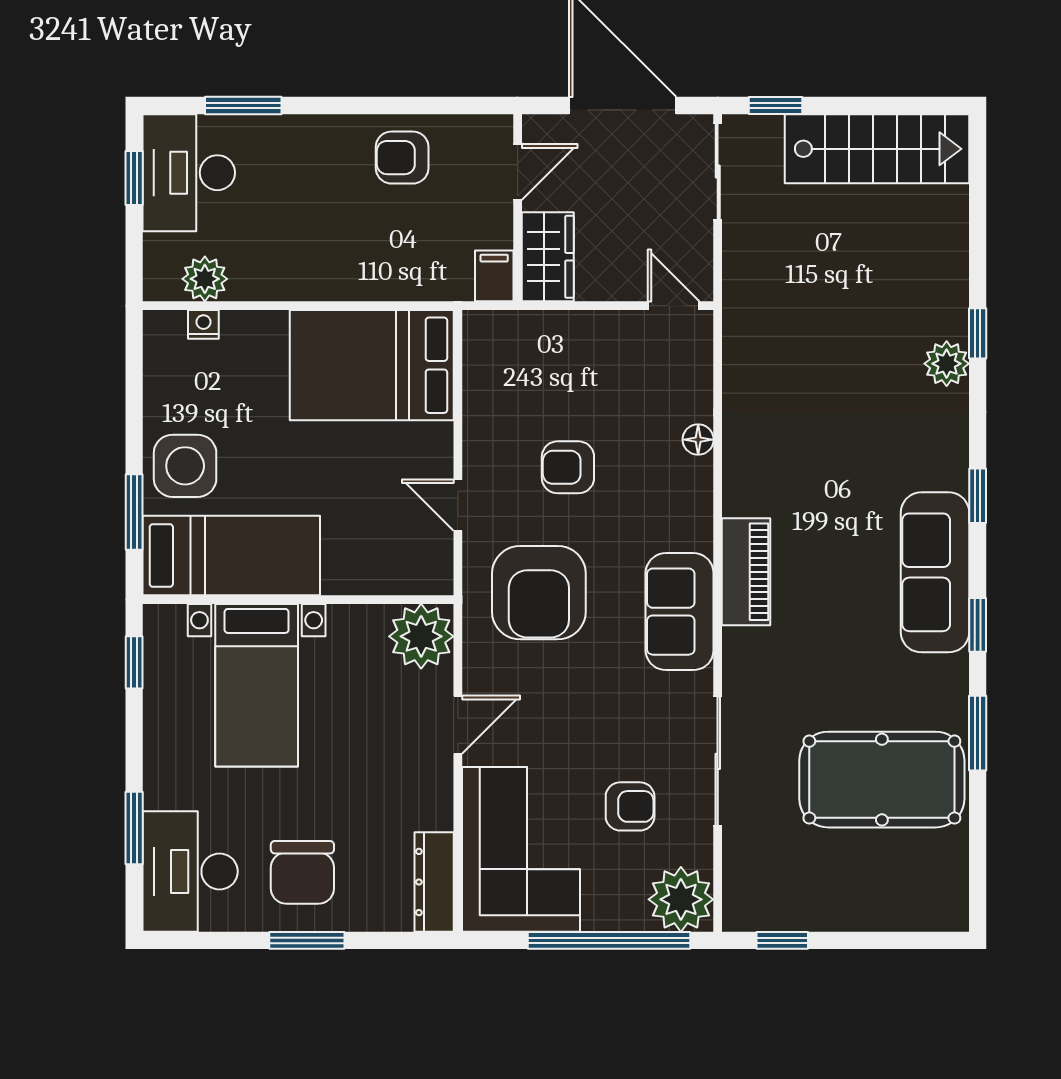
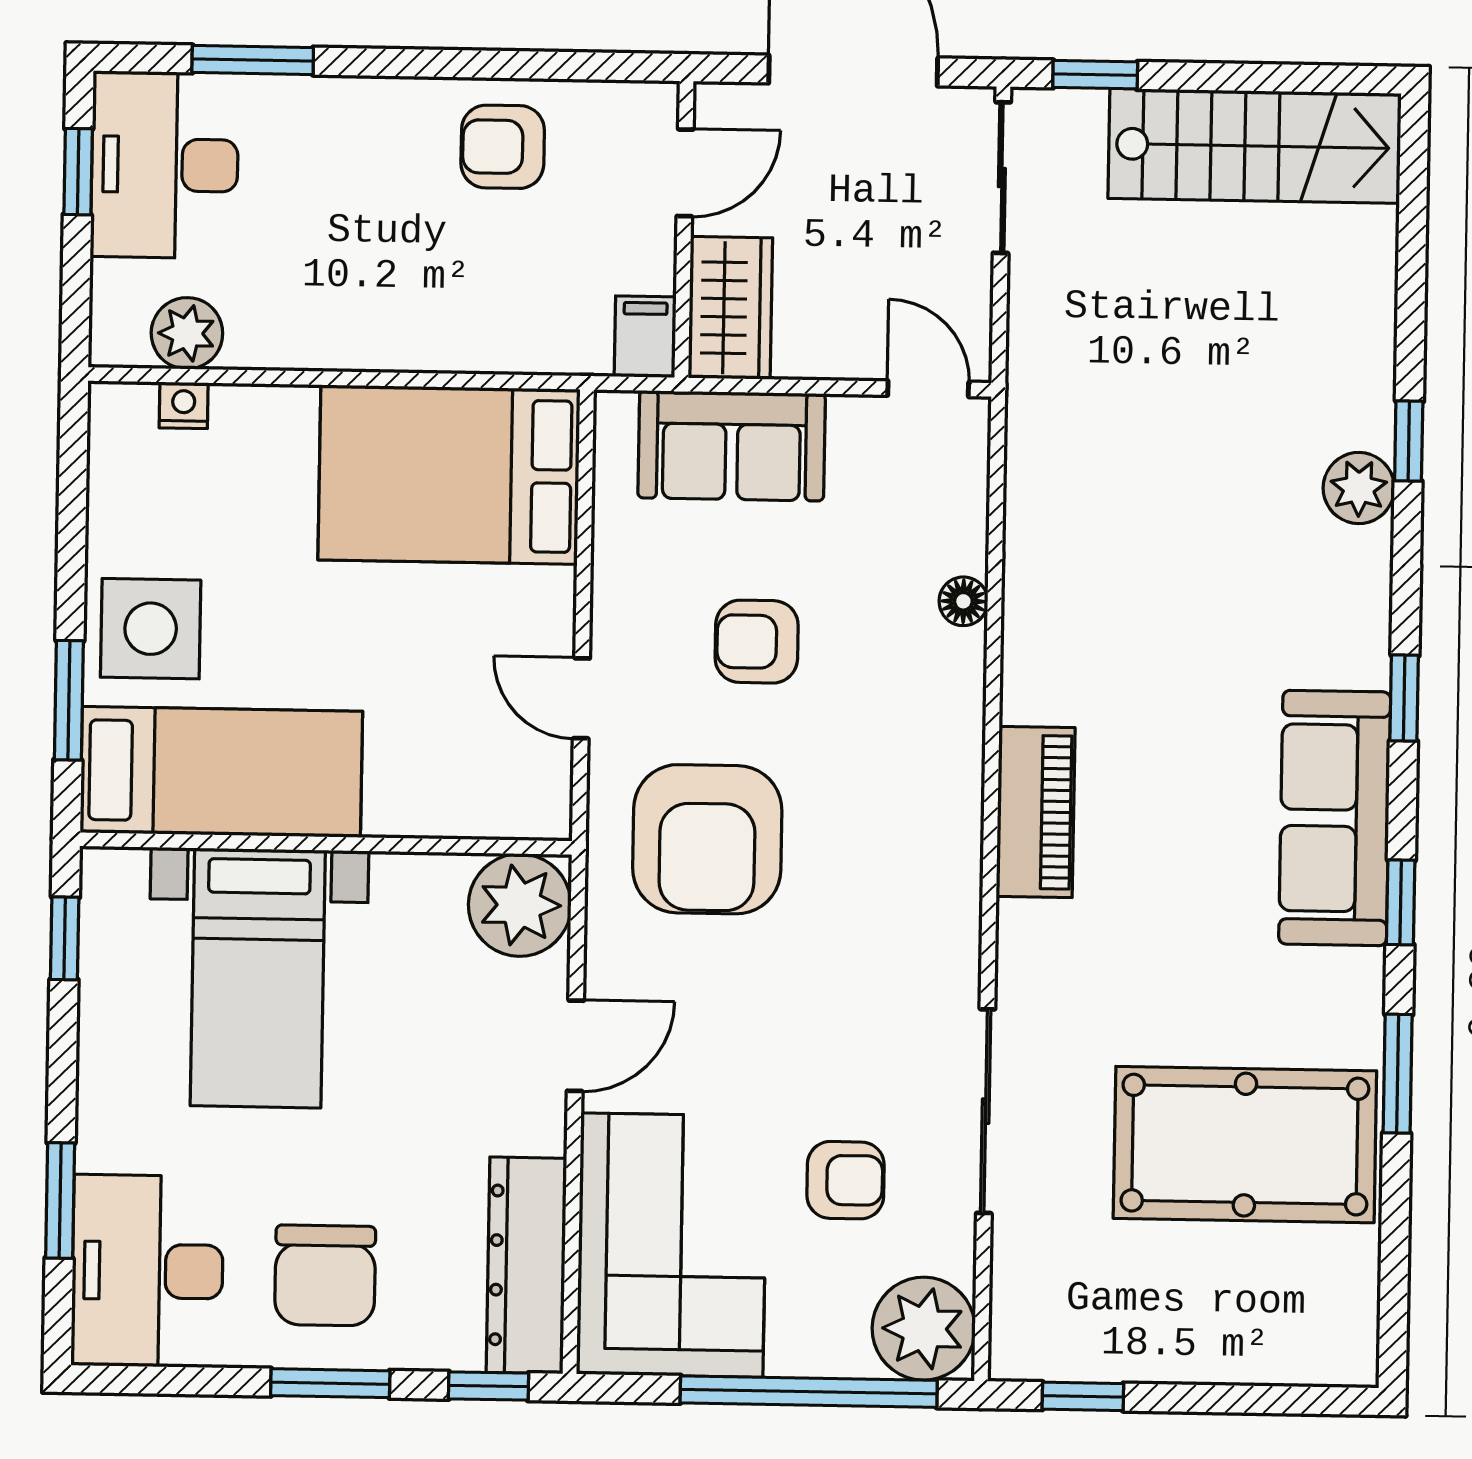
sofa: (680, 612) -> (732, 446), moved, turned -90
dresser: (434, 882) -> (526, 1265), width x1.37, depth x1.24
window: (407, 940) -> (488, 1386), added

